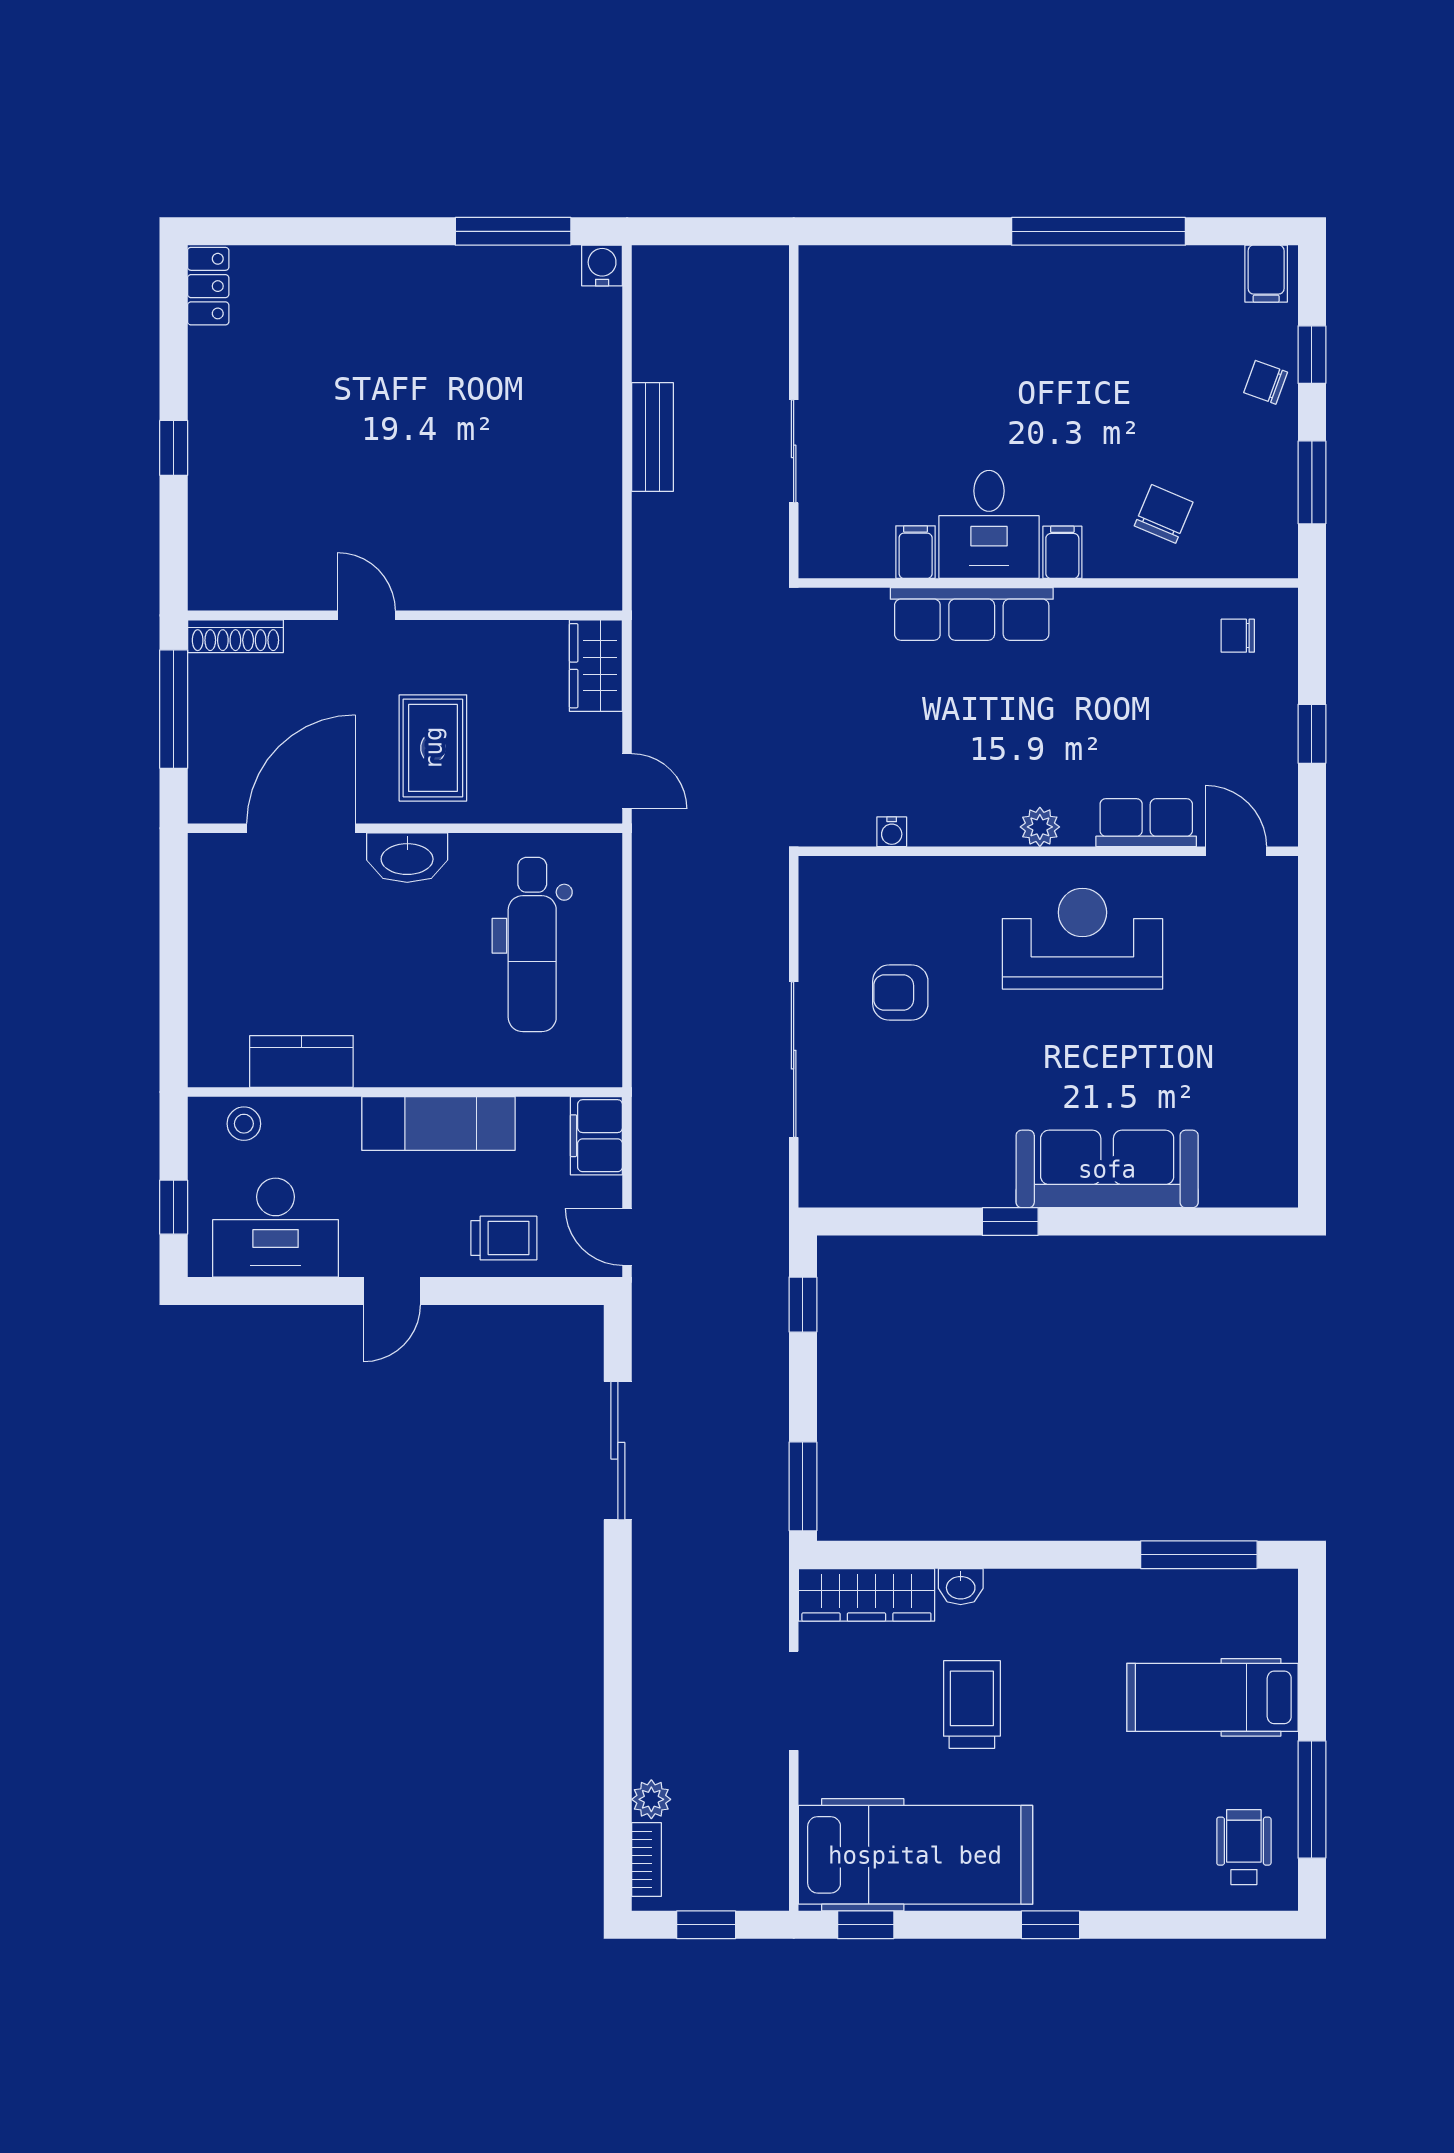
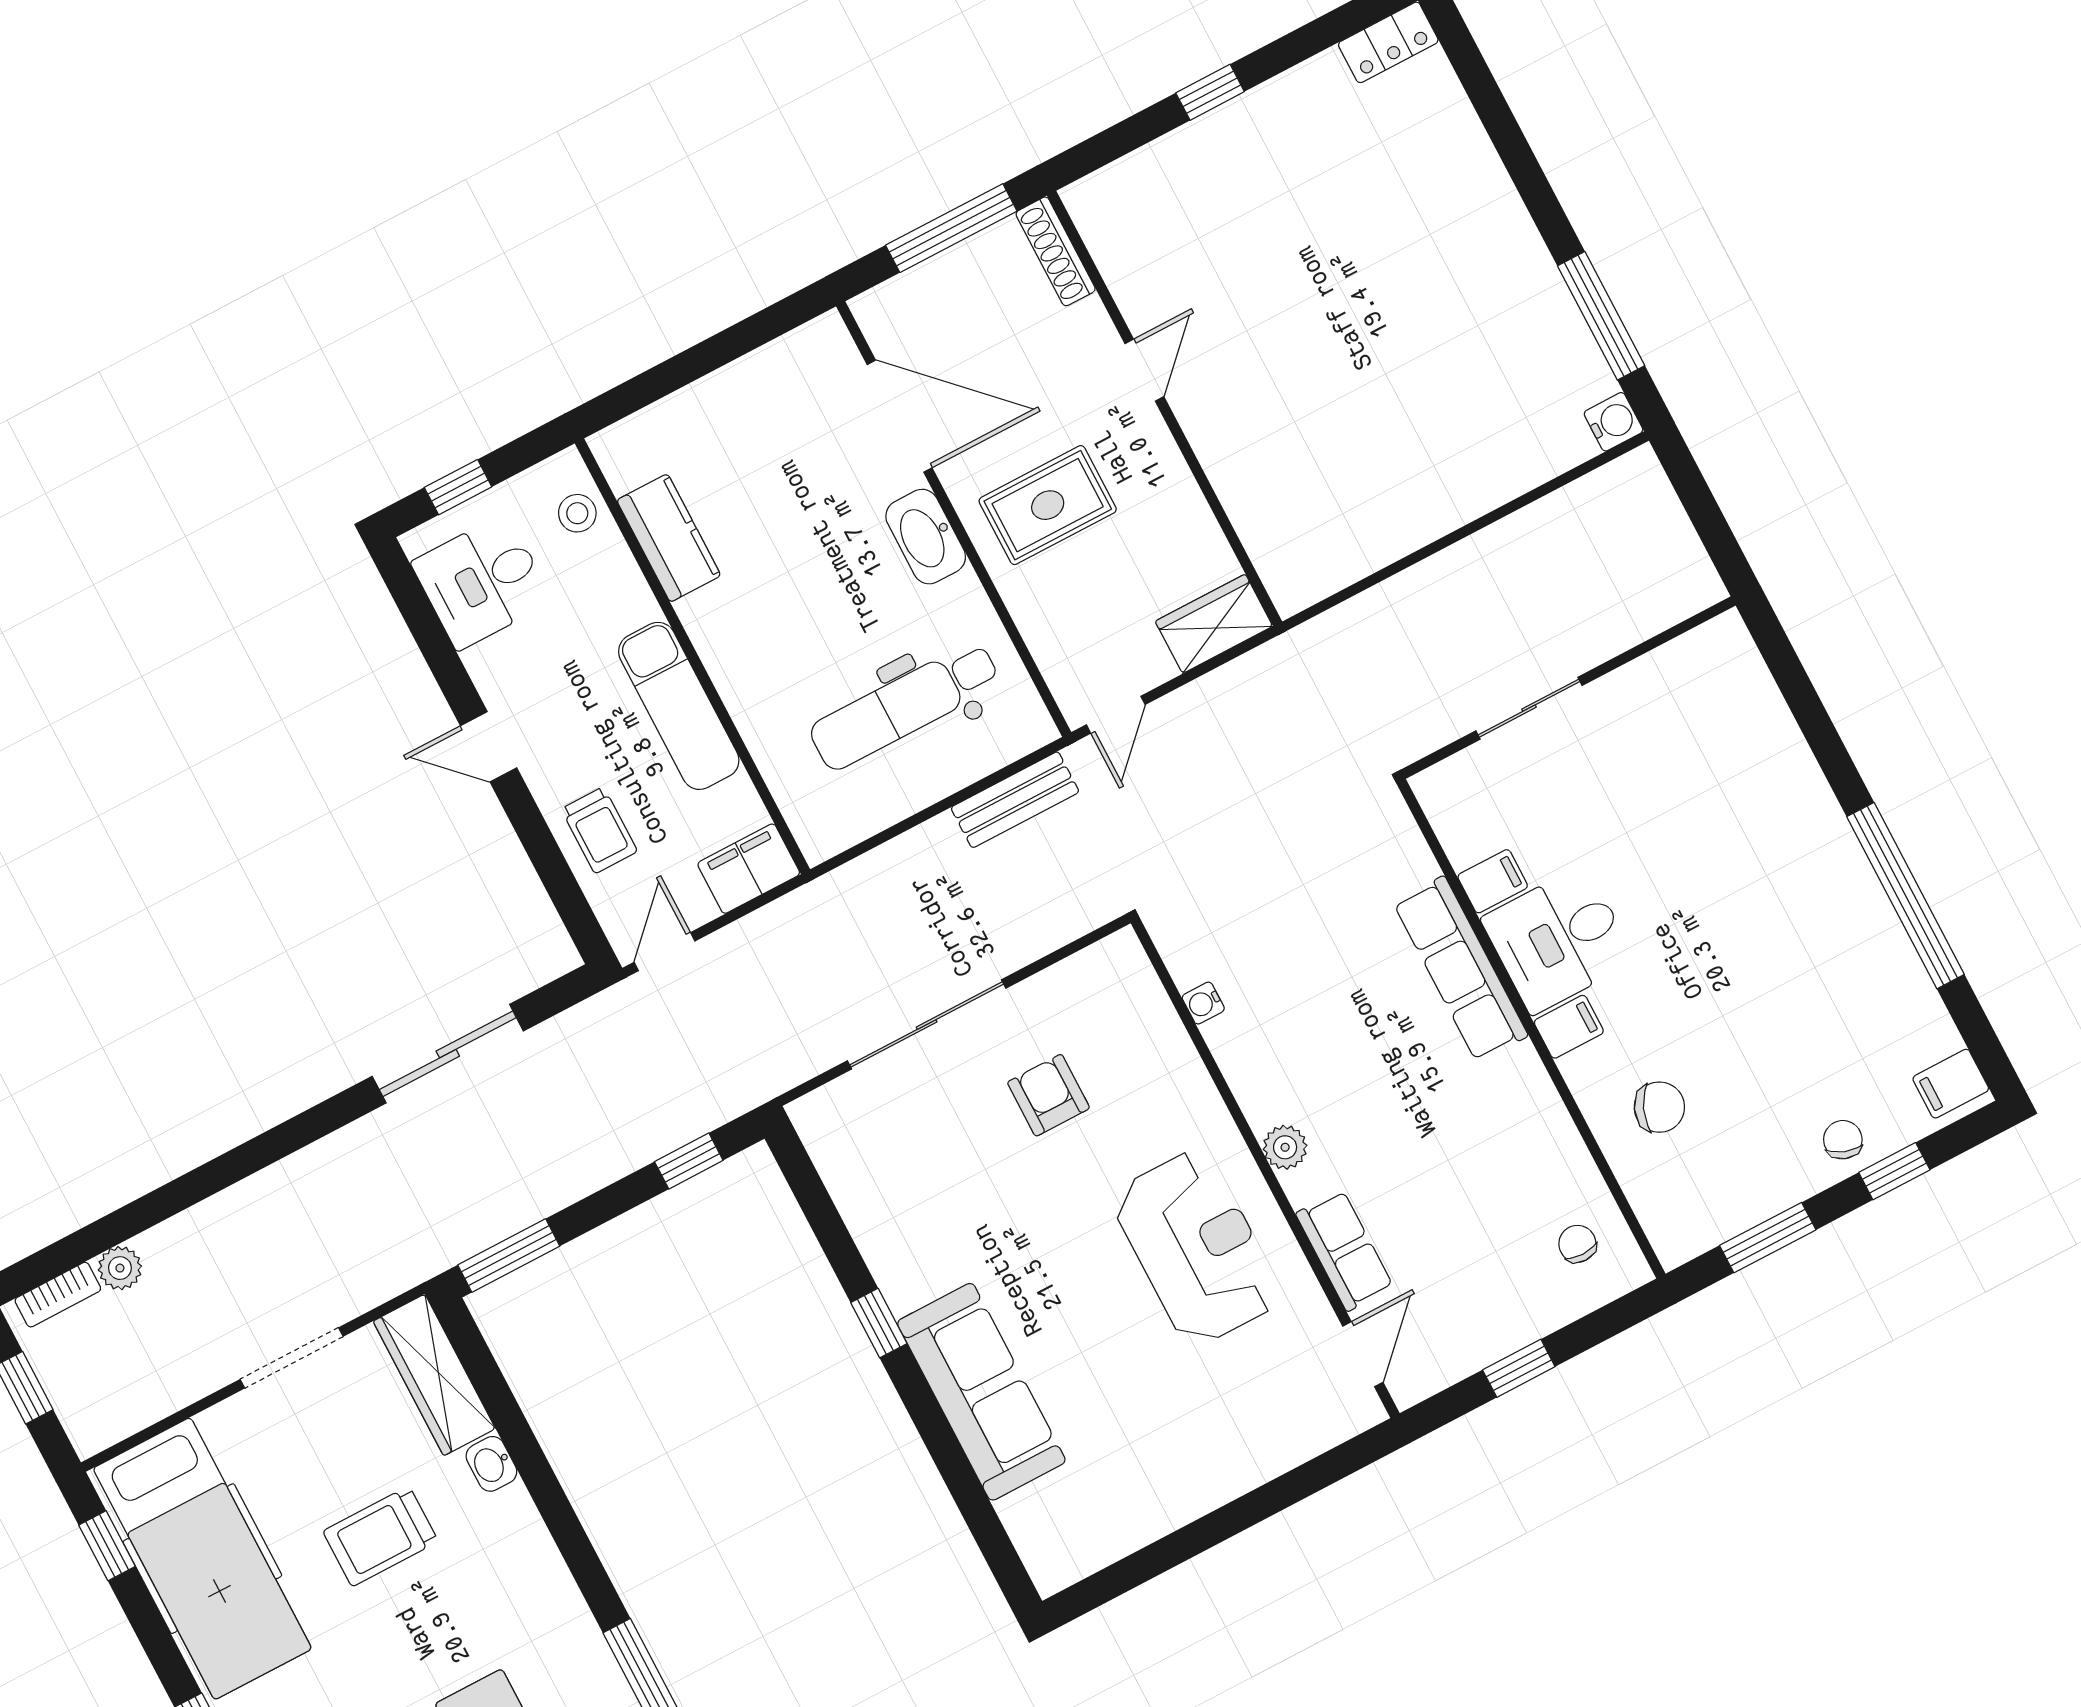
bench: (653, 437) -> (1015, 800), moved
desk: (276, 1228) -> (482, 582), width x0.73
trolley: (972, 1705) -> (381, 1536), turned 180

